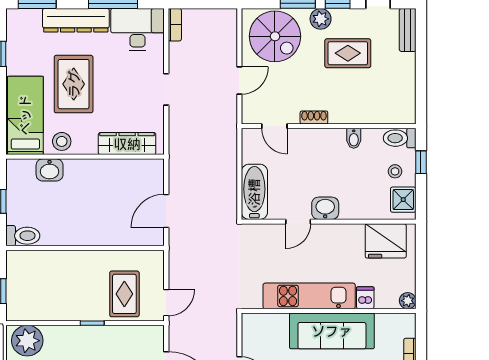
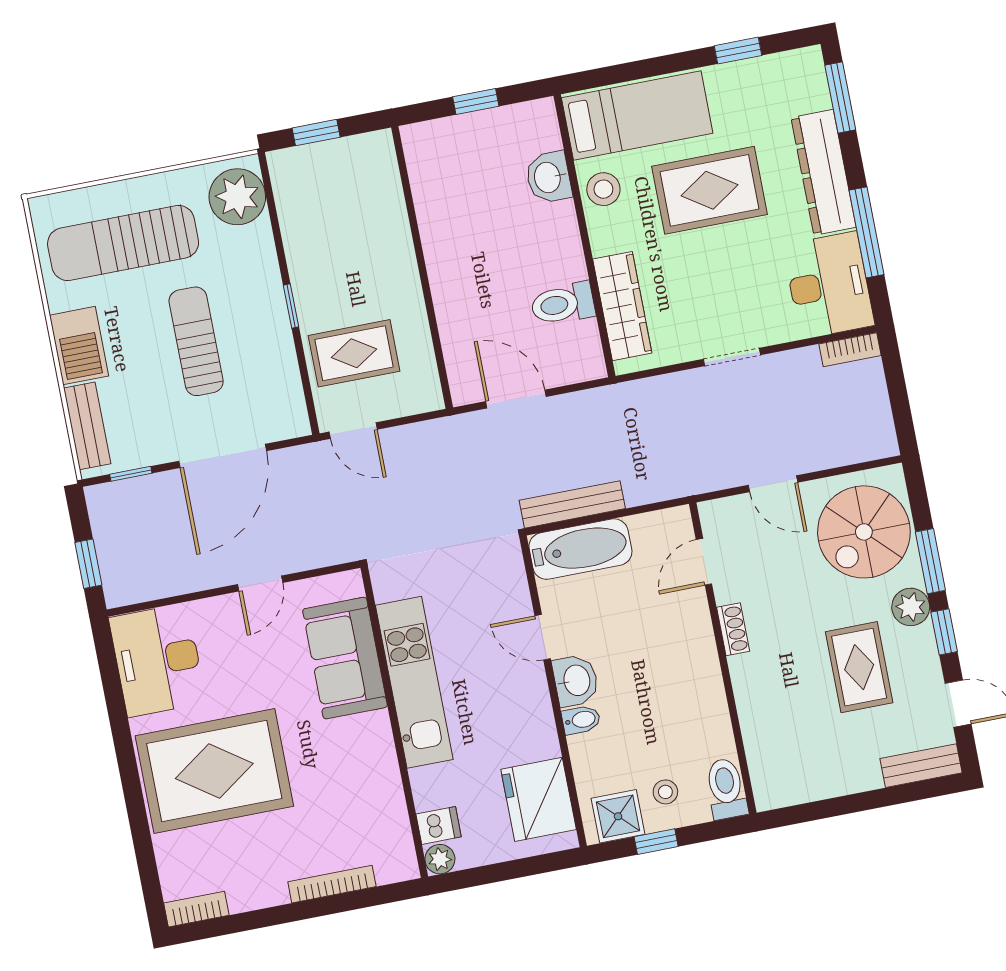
bidet: (354, 138) -> (581, 720), moved, turned 180
window: (421, 162) -> (656, 842), moved
bench: (229, 192) -> (572, 504), added
toilet: (23, 236) -> (563, 304), moved, turned 90
dishwasher: (365, 298) -> (439, 825), moved
sofa: (332, 331) -> (345, 658), moved, width x0.73

